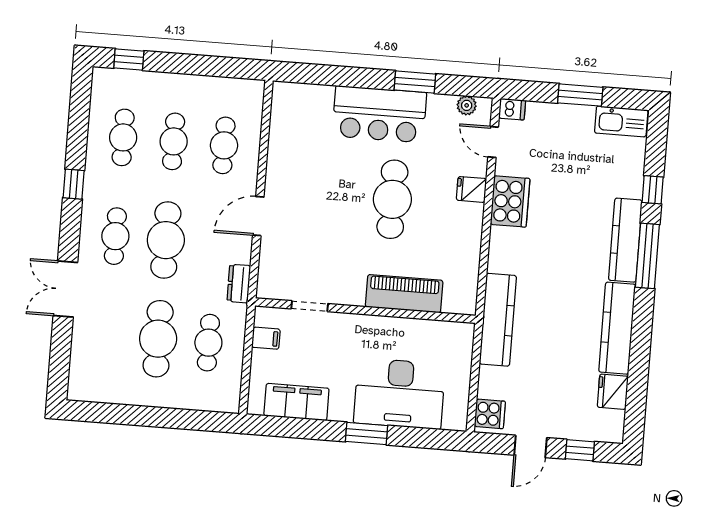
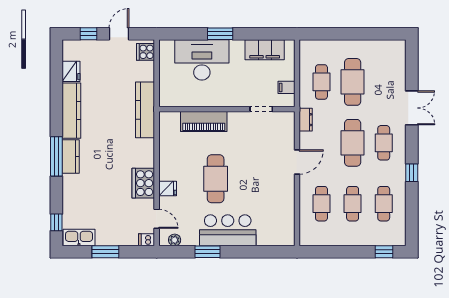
window: (653, 190) -> (56, 222), moved
kitchen counter: (625, 240) -> (71, 156), width x0.67

